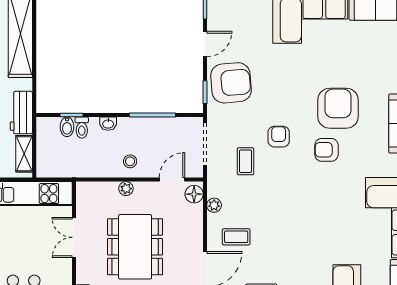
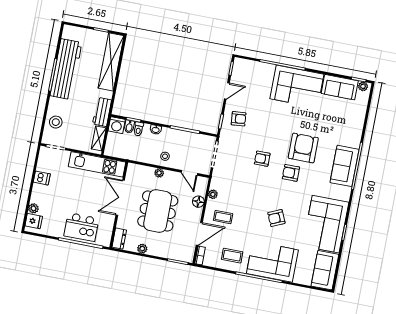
armchair: (231, 83) -> (239, 119), width x0.53, depth x0.53
washing machine: (47, 128) -> (117, 125), added
armchair: (279, 137) -> (262, 159), turned -90
coffee table: (245, 161) -> (238, 170), removed
door: (172, 180) -> (189, 173), swing flipped
floor lamp: (194, 194) -> (198, 202), moved
armchair: (318, 223) -> (276, 218), added
double door: (74, 237) -> (120, 198), width x1.37

